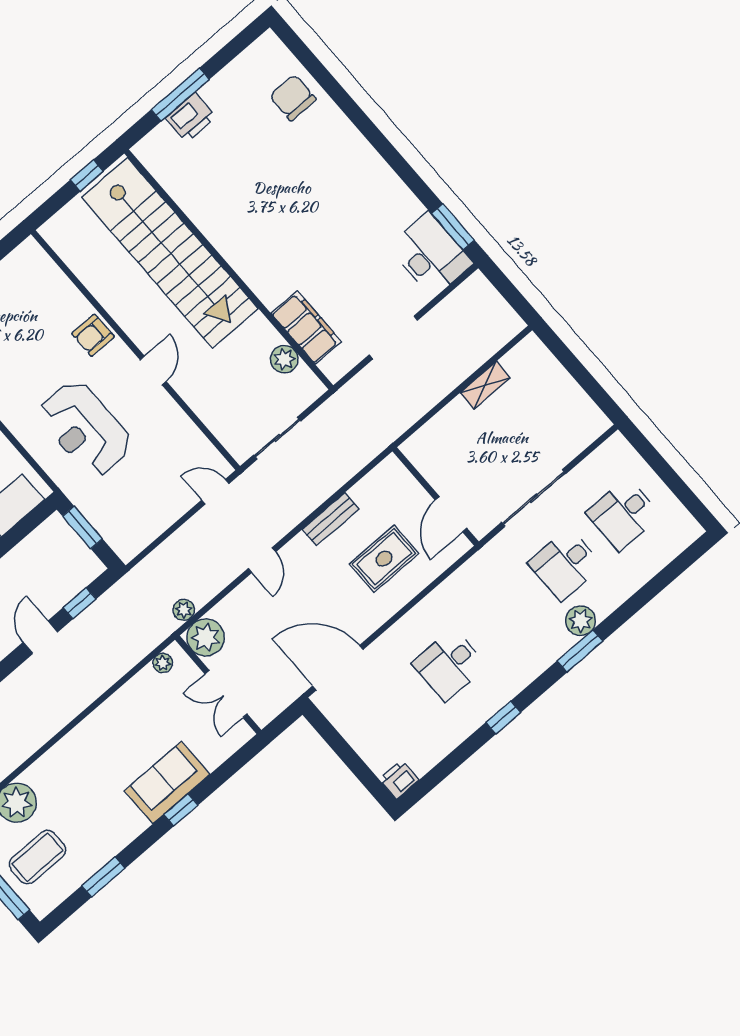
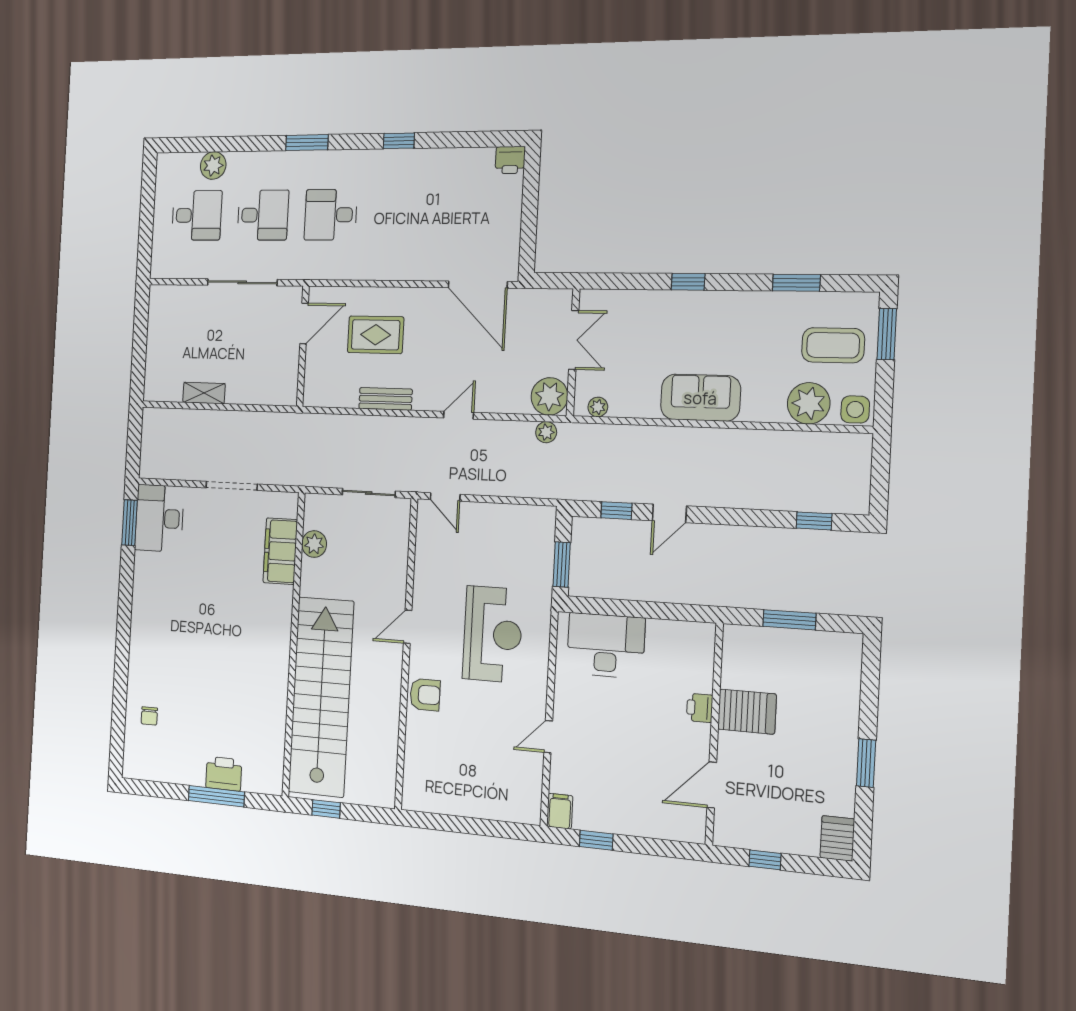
chair: (293, 98) -> (149, 716), width x0.54, depth x0.54
plant: (581, 621) -> (213, 165), moved
desk: (449, 665) -> (331, 215), moved, turned 180
sofa: (167, 783) -> (700, 398), moved, turned 180

